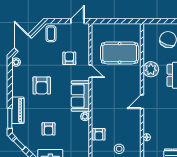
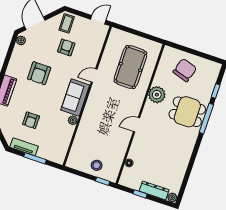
pool table: (120, 53) -> (130, 67), turned 90
armchair: (69, 58) -> (66, 47), moved
door: (90, 71) -> (94, 76), swing flipped
armchair: (99, 134) -> (81, 143), removed

